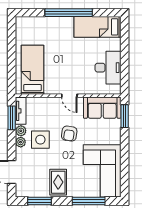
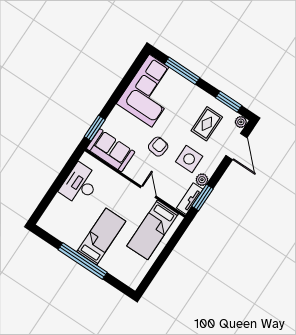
bed: (98, 27) -> (101, 236), moved, turned -90
door: (69, 96) -> (148, 192), moved
plant: (21, 142) -> (241, 122), moved
rug: (58, 182) -> (207, 124), moved

